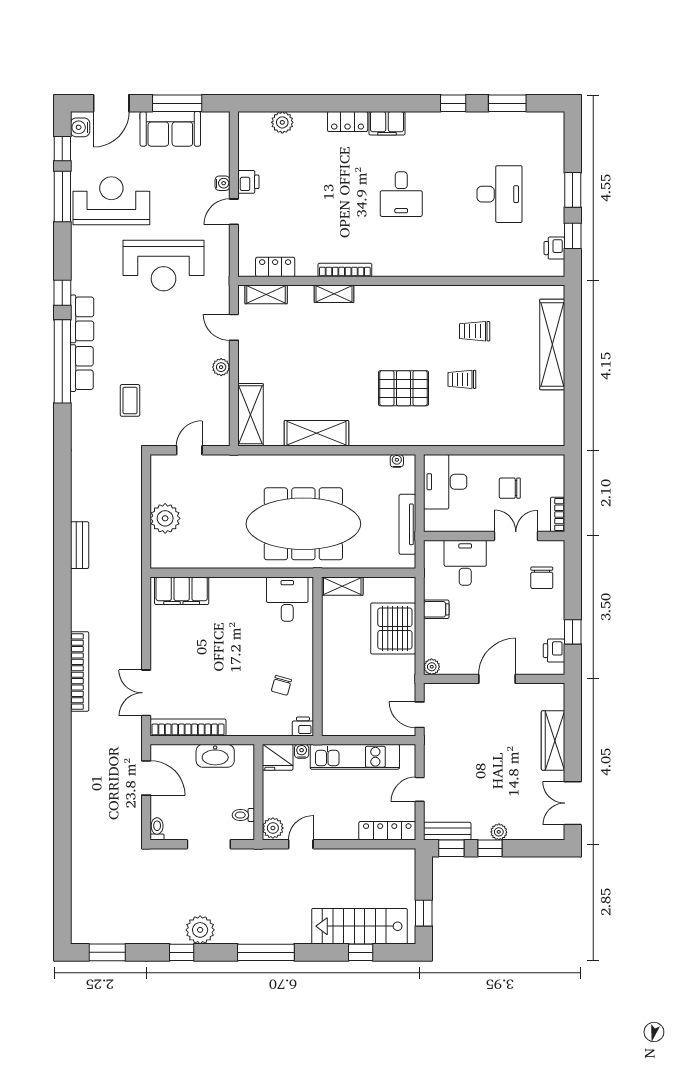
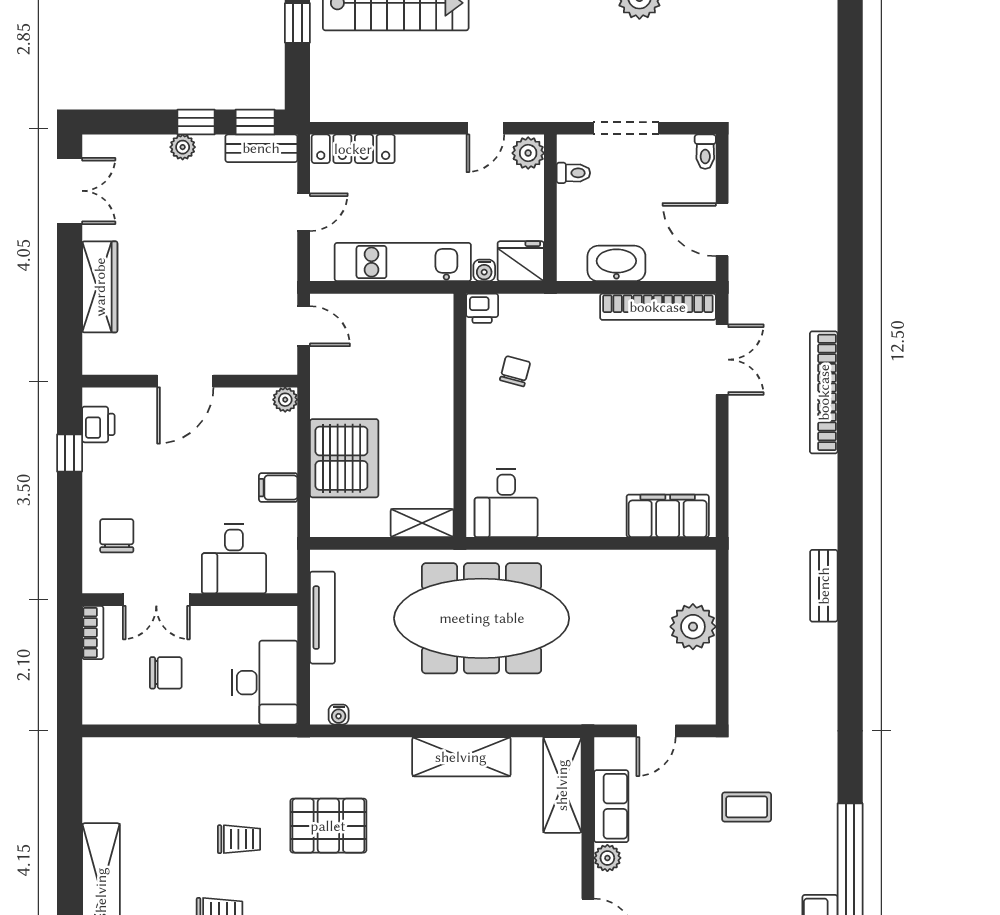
row of seats: (82, 368) -> (611, 806), moved, turned 180
coffee table: (130, 400) -> (747, 807), turned 90

